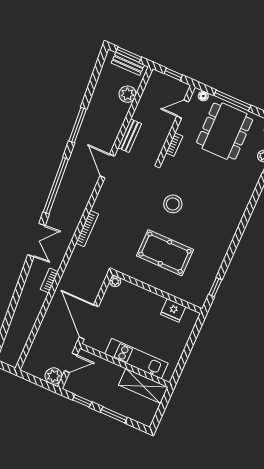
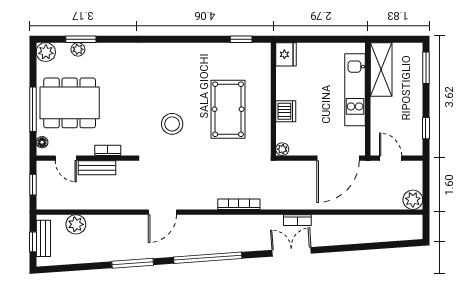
window: (129, 55) -> (33, 242), width x0.67
bench: (130, 136) -> (97, 168), moved
double door: (36, 240) -> (292, 252), moved
bookcase: (49, 281) -> (297, 220), moved
dishwasher: (143, 297) -> (286, 111), added
fridge: (173, 310) -> (286, 54), moved
plant: (54, 376) -> (413, 200), moved
window: (114, 415) -> (426, 68), moved

